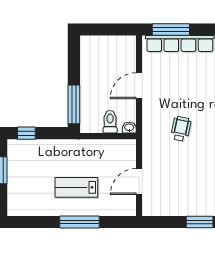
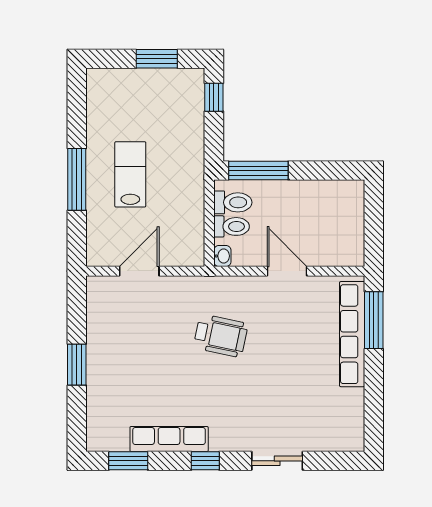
toilet: (94, 121) -> (233, 202), added
wheelchair: (181, 129) -> (221, 336), width x1.36, depth x1.37
door: (139, 182) -> (139, 271), hinge flipped

